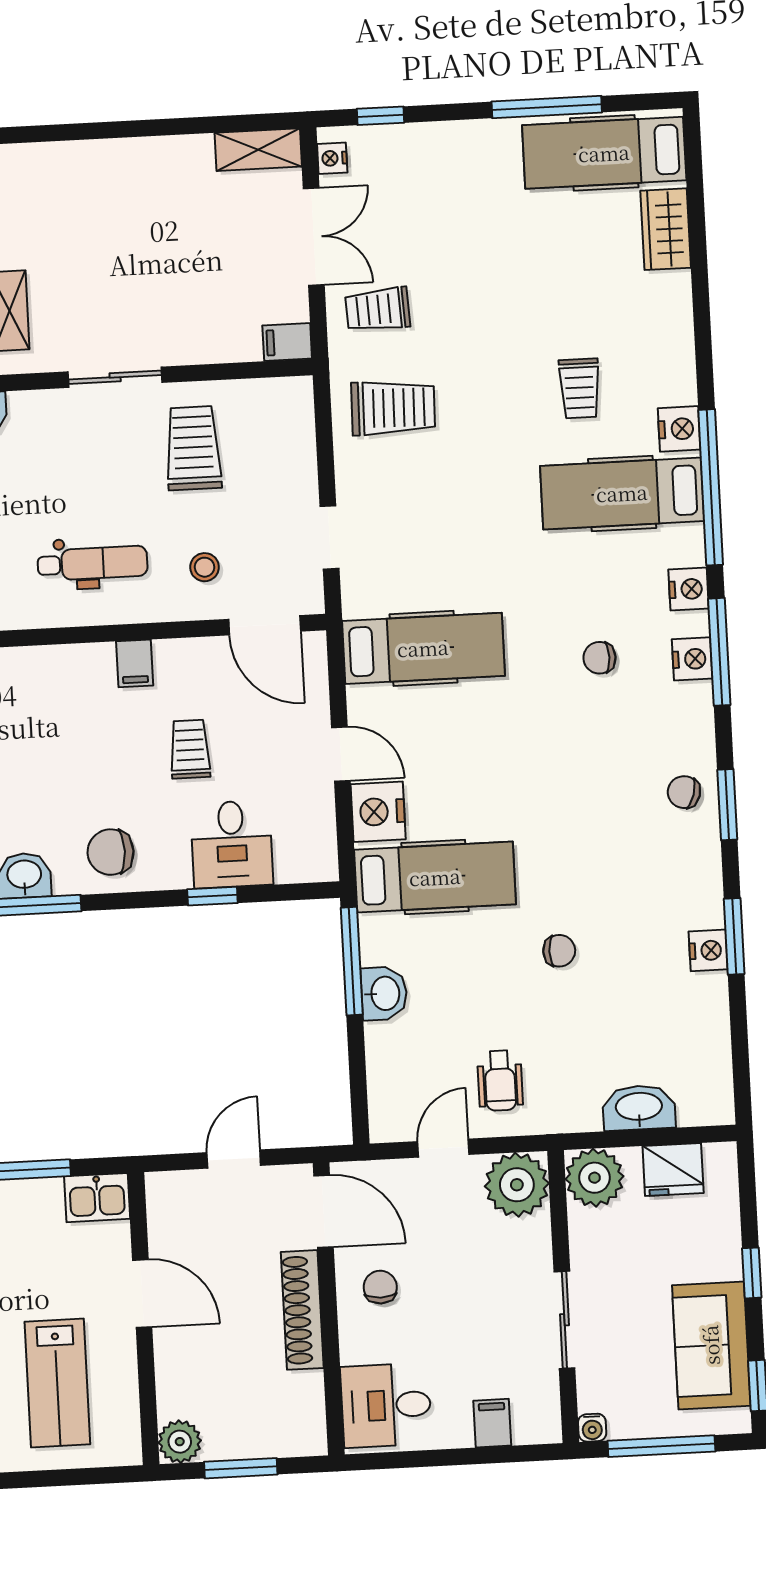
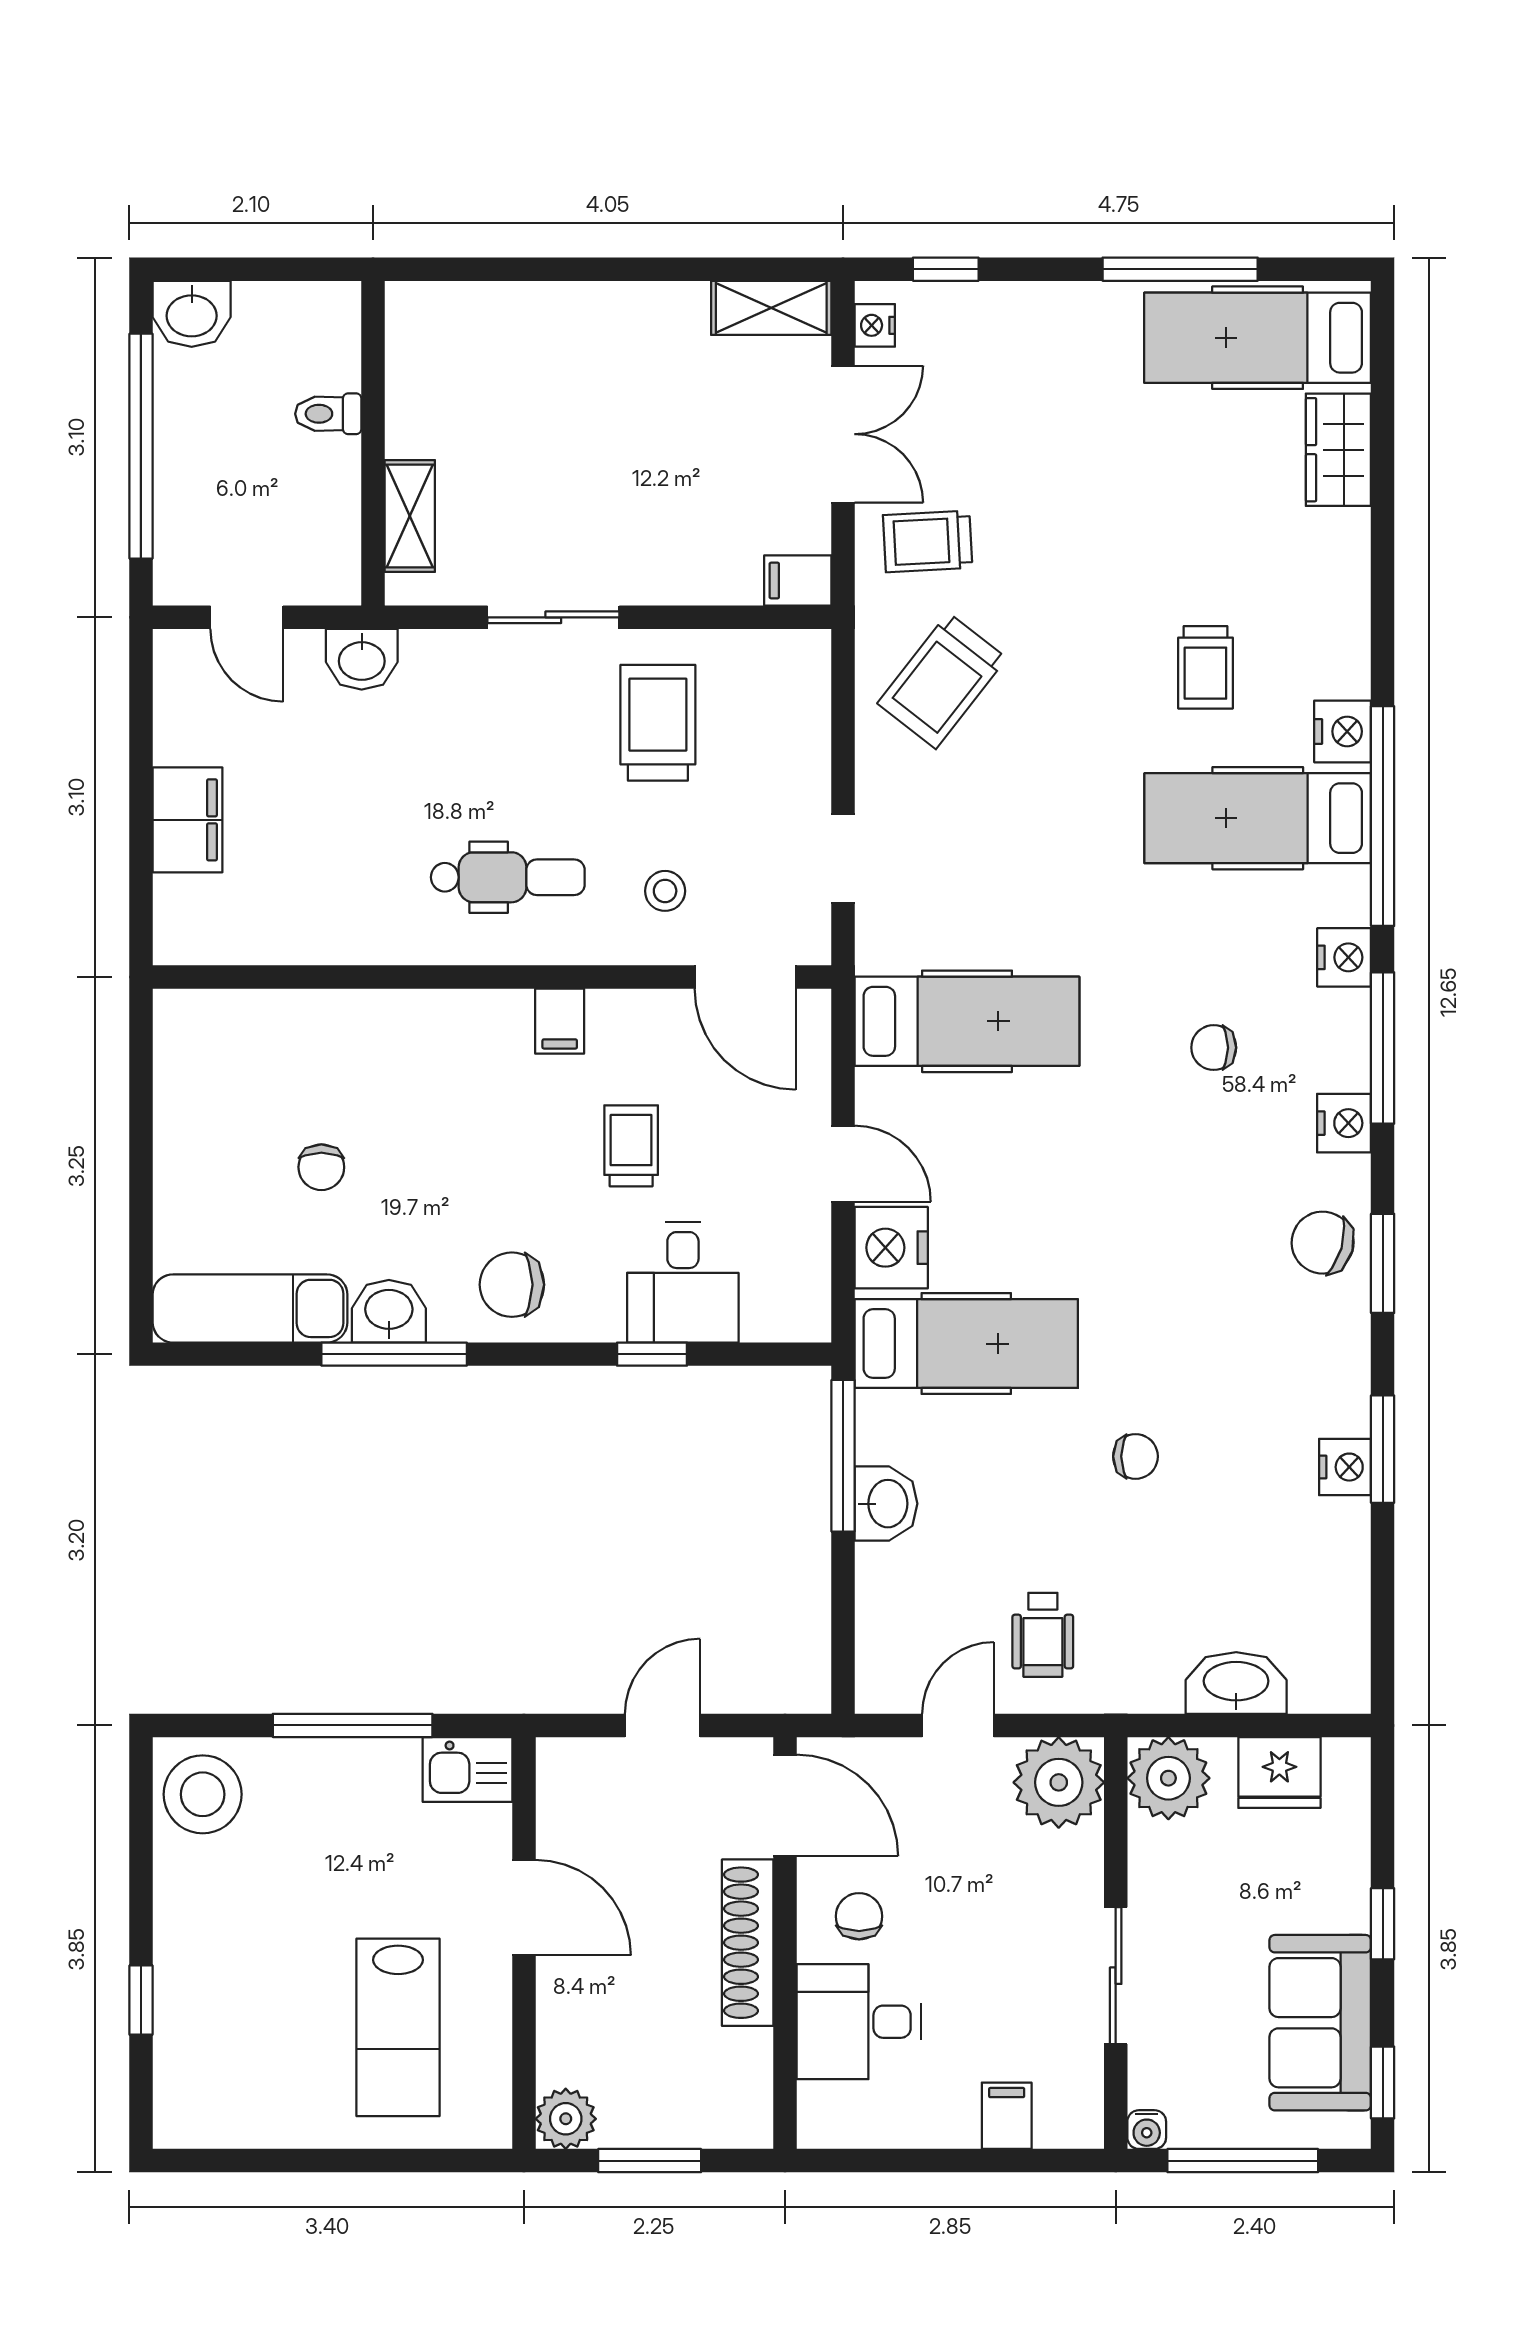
trolley: (393, 408) -> (942, 681), turned 127
nightstand: (692, 659) -> (1344, 1123), moved
chair: (684, 792) -> (1323, 1243), width x1.37, depth x1.37
desk: (386, 1405) -> (859, 2022), moved

